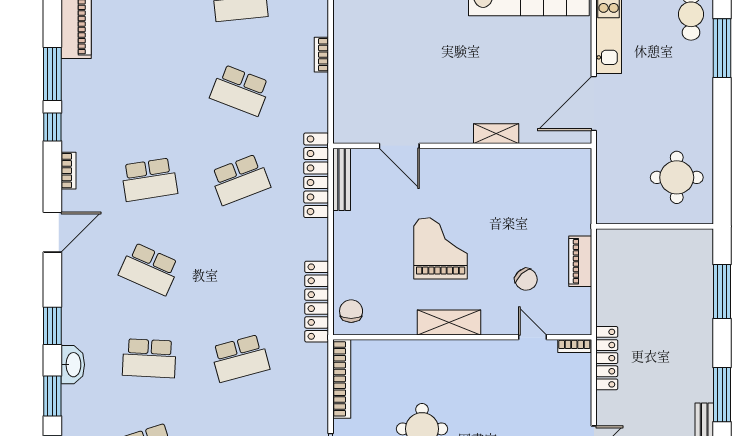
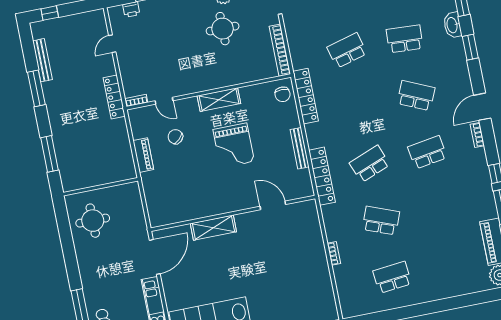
shelving: (496, 134) -> (213, 228), width x1.50, depth x1.33
bookcase: (68, 171) -> (477, 135), moved
bench: (342, 179) -> (300, 148), moved

